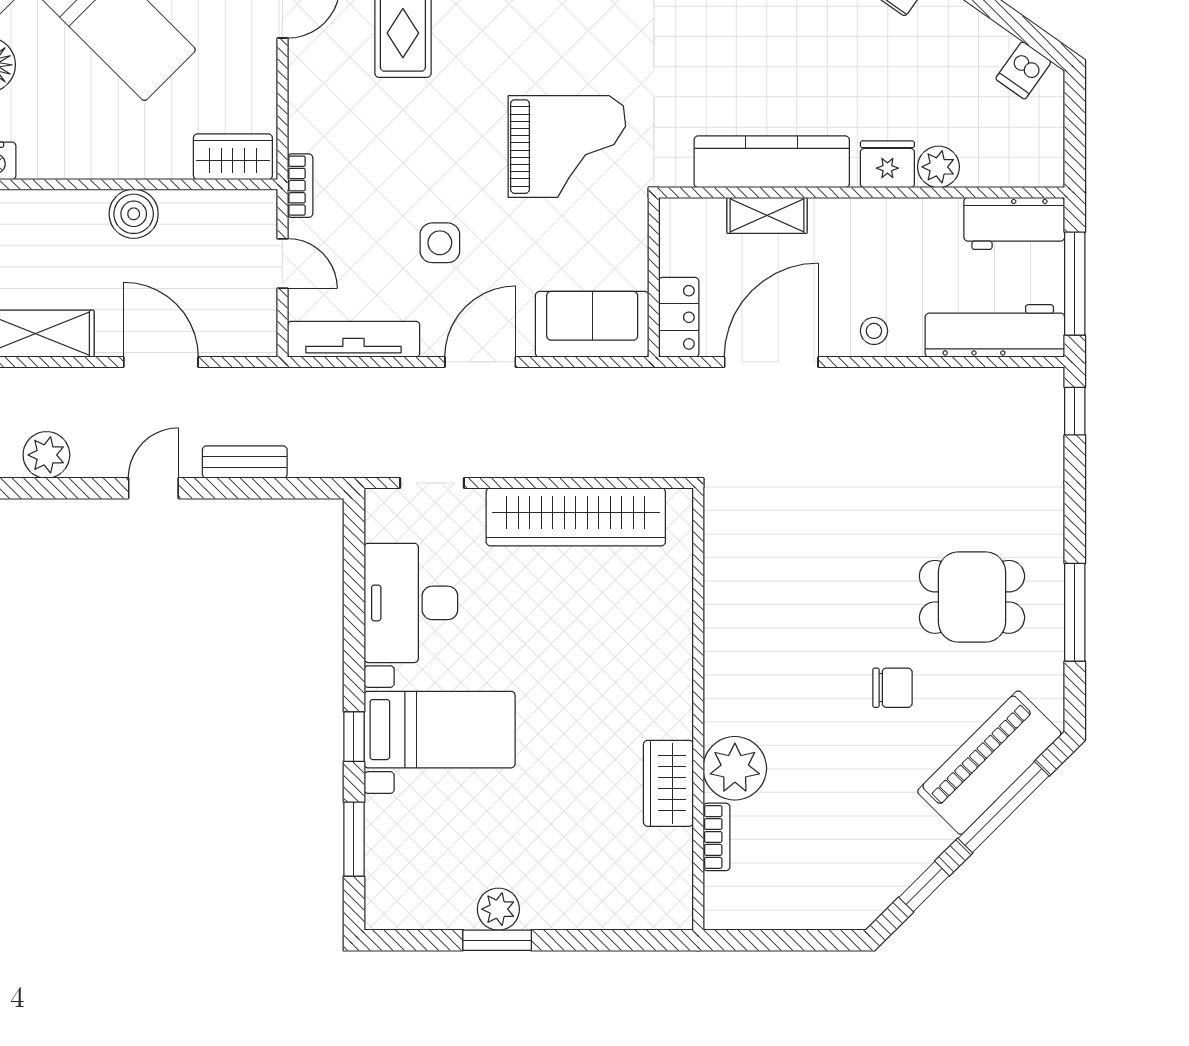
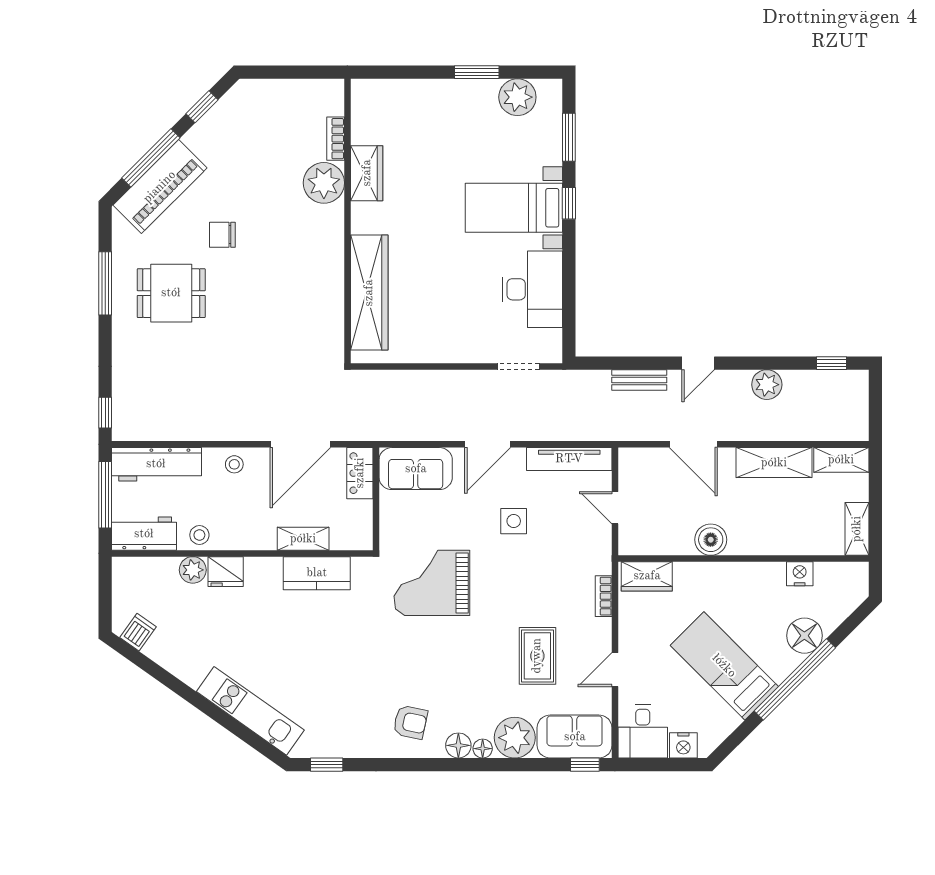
kitchen counter: (772, 162) -> (317, 573), width x0.67
bookcase: (300, 186) -> (604, 596), moved
stool: (928, 221) -> (199, 535), added
wardrobe: (576, 517) -> (369, 293), moved, turned 90
plant: (498, 909) -> (517, 97), moved, width x1.36, depth x1.36

